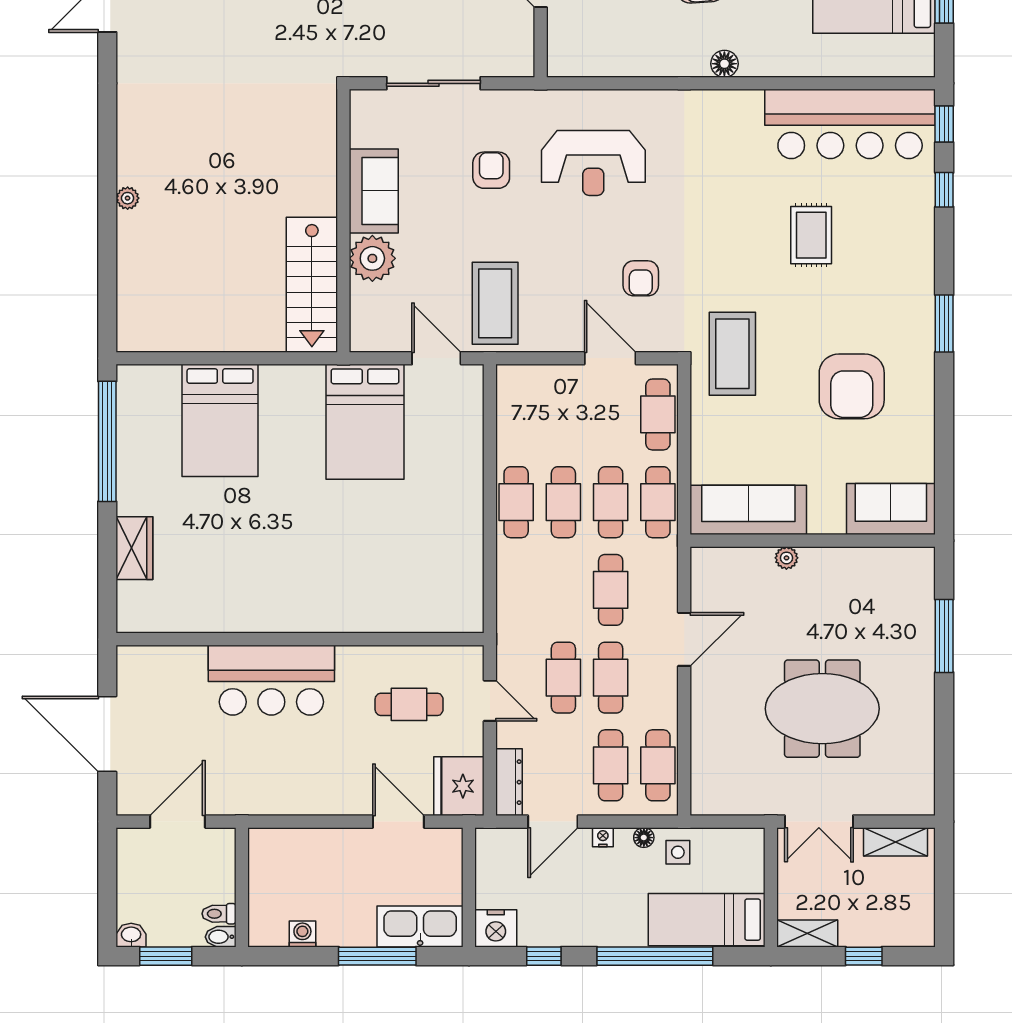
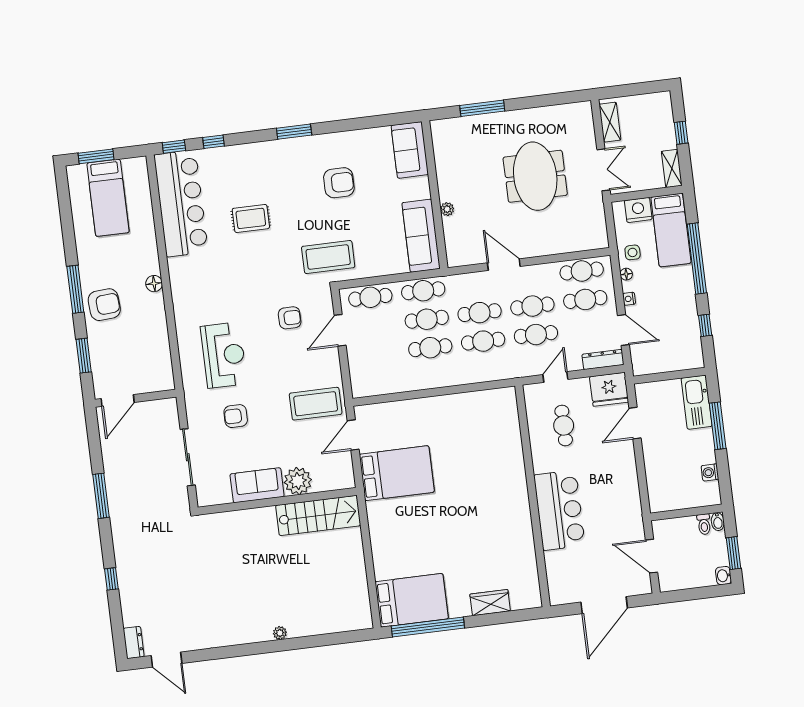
armchair: (852, 386) -> (339, 183), width x0.73, depth x0.73
bed: (220, 420) -> (412, 600), moved
cafe table: (516, 502) -> (483, 341), moved
nightstand: (496, 928) -> (638, 210), moved, turned -90

